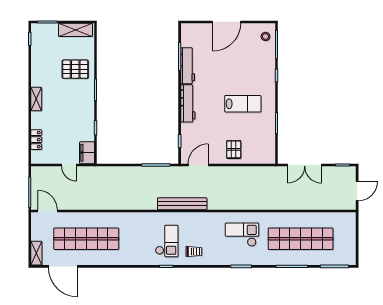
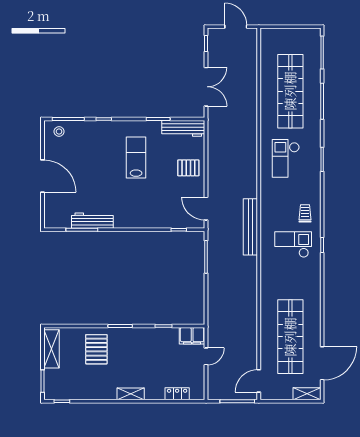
workbench: (188, 103) -> (183, 128), moved, turned 180

